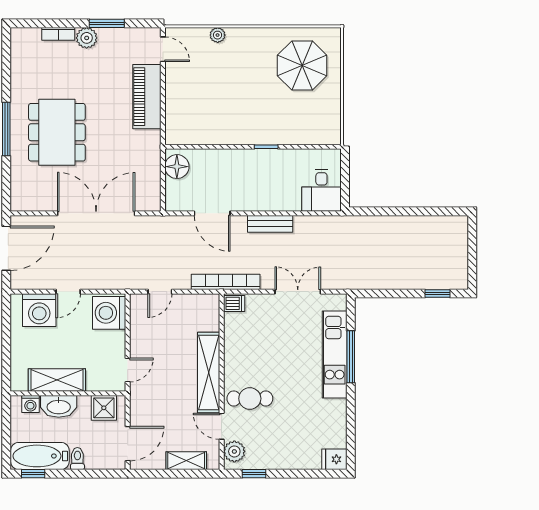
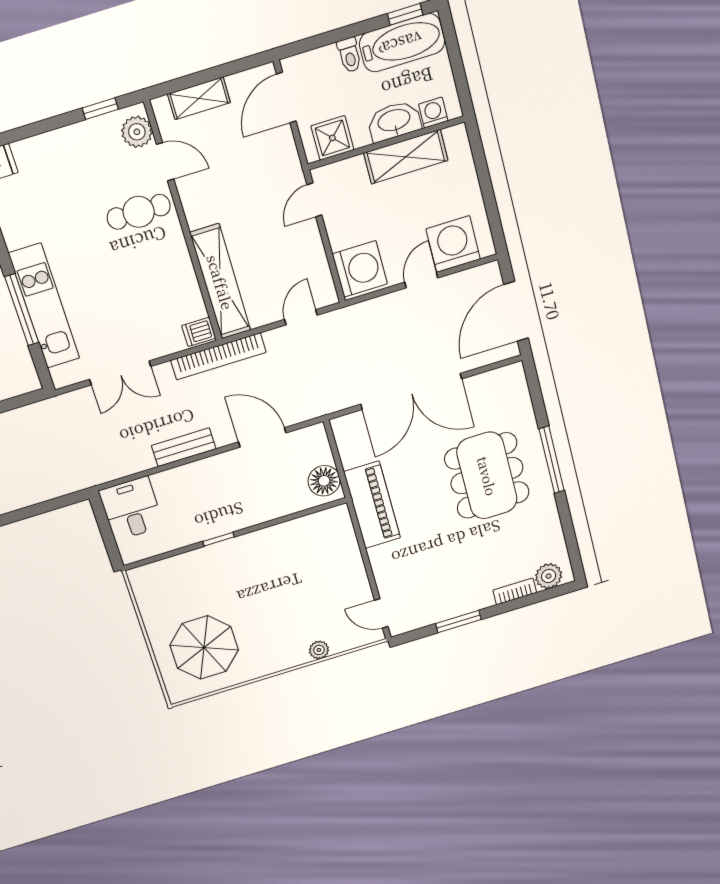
plant: (87, 38) -> (549, 576), moved
piano: (147, 97) -> (372, 505), moved
shelving: (209, 373) -> (220, 282), moved

